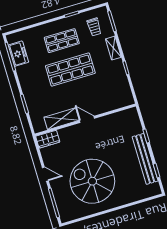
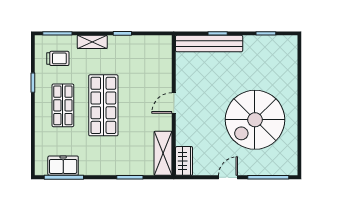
shelving: (62, 119) -> (163, 153), moved
bench: (145, 159) -> (209, 44), moved

